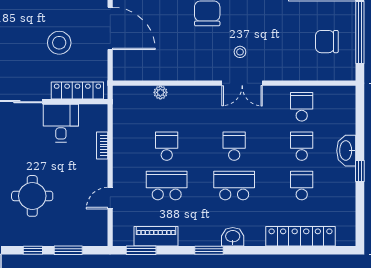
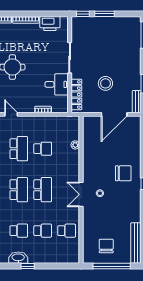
school desk: (234, 146) -> (43, 190), width x1.85
washbasin: (346, 151) -> (18, 258), moved

